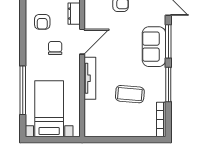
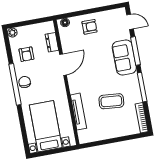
chair: (55, 48) -> (25, 82), moved
tv unit: (90, 78) -> (78, 112), moved
window: (23, 90) -> (15, 84), moved

